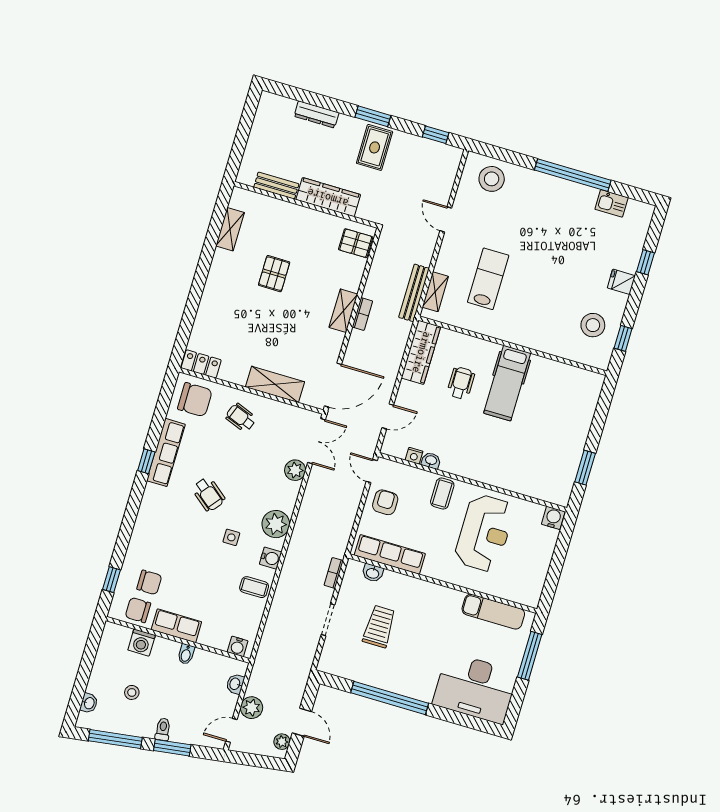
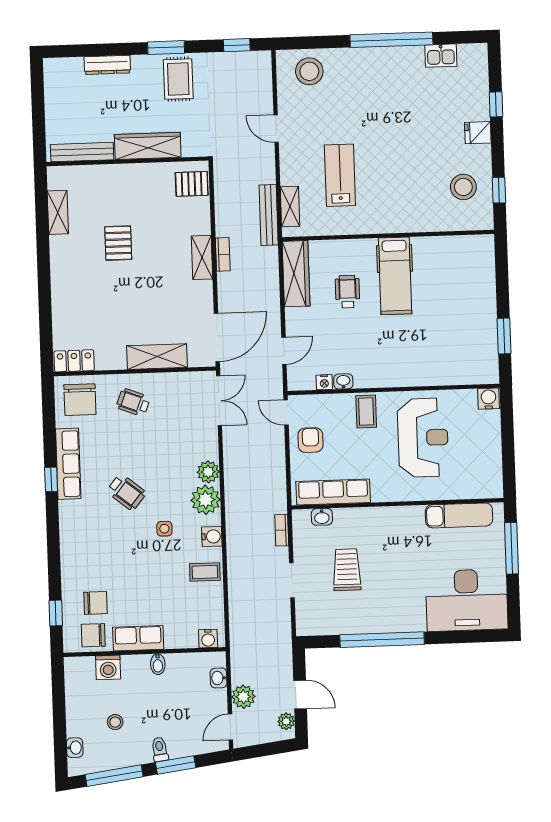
bench: (276, 186) -> (82, 152), width x1.36
chair: (195, 400) -> (80, 400), turned 90
plant: (295, 470) -> (208, 472), moved

